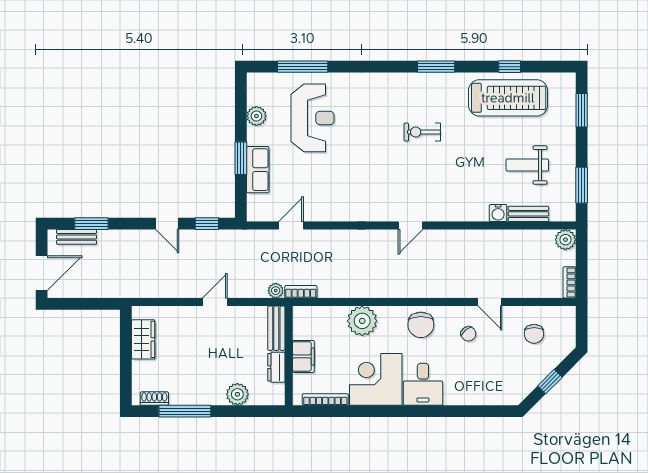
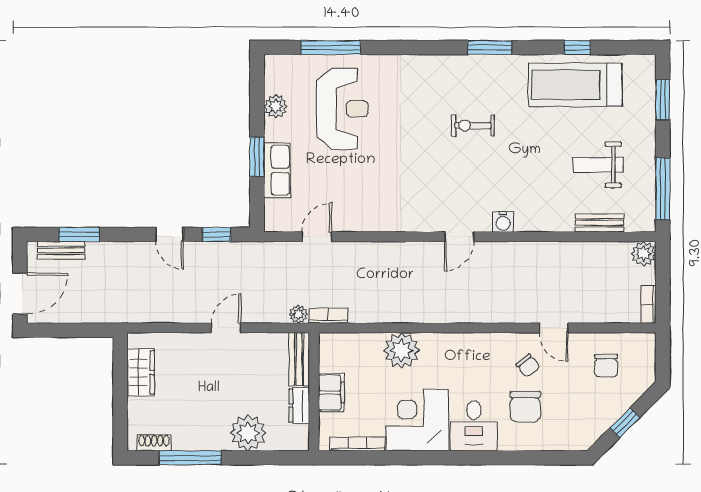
treadmill: (508, 98) -> (575, 85), turned 180
window: (582, 185) -> (663, 189), width x1.44
water cooler: (498, 213) -> (503, 222), moved
chair: (421, 325) -> (525, 407), moved
plant: (237, 394) -> (248, 433), width x1.36, depth x1.36

